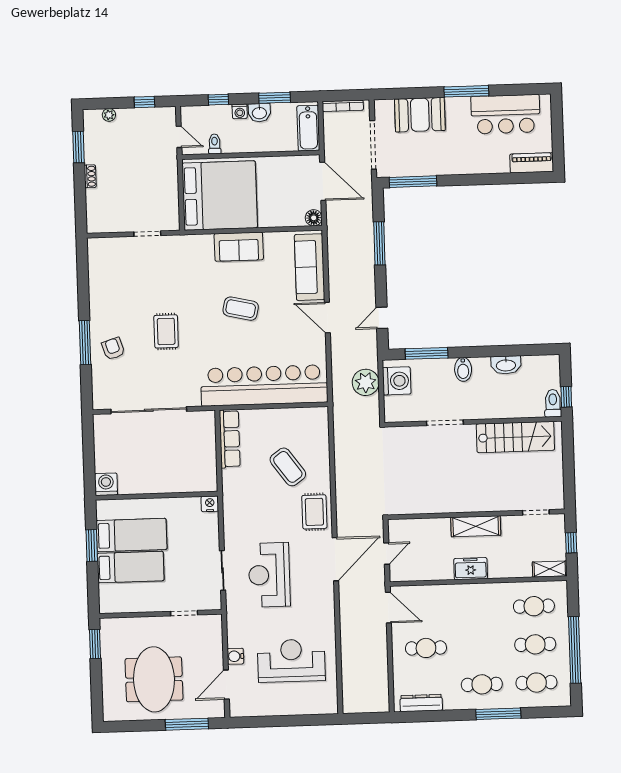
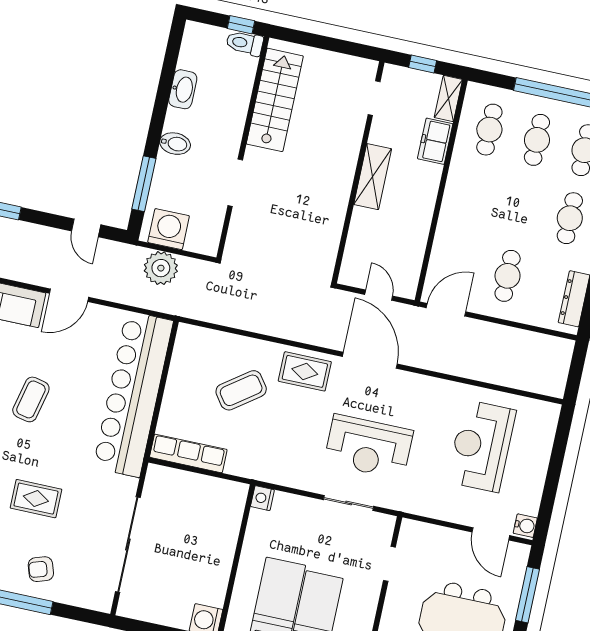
freezer: (471, 569) -> (435, 141), moved
water cooler: (235, 656) -> (525, 526), moved, turned -90

